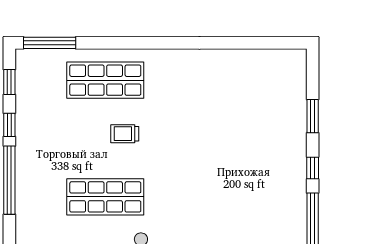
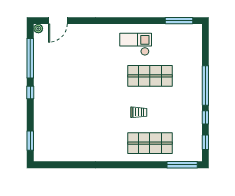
window: (313, 116) -> (30, 141), moved

